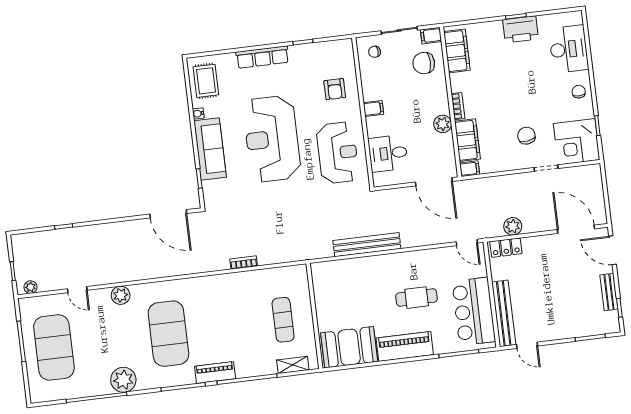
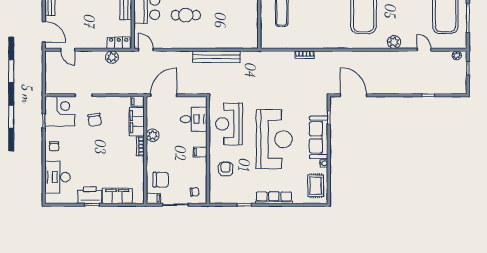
filing cabinet: (457, 51) -> (117, 196), moved, turned 90
door: (434, 182) -> (164, 95), hinge flipped
door: (576, 229) -> (68, 50), width x0.53

